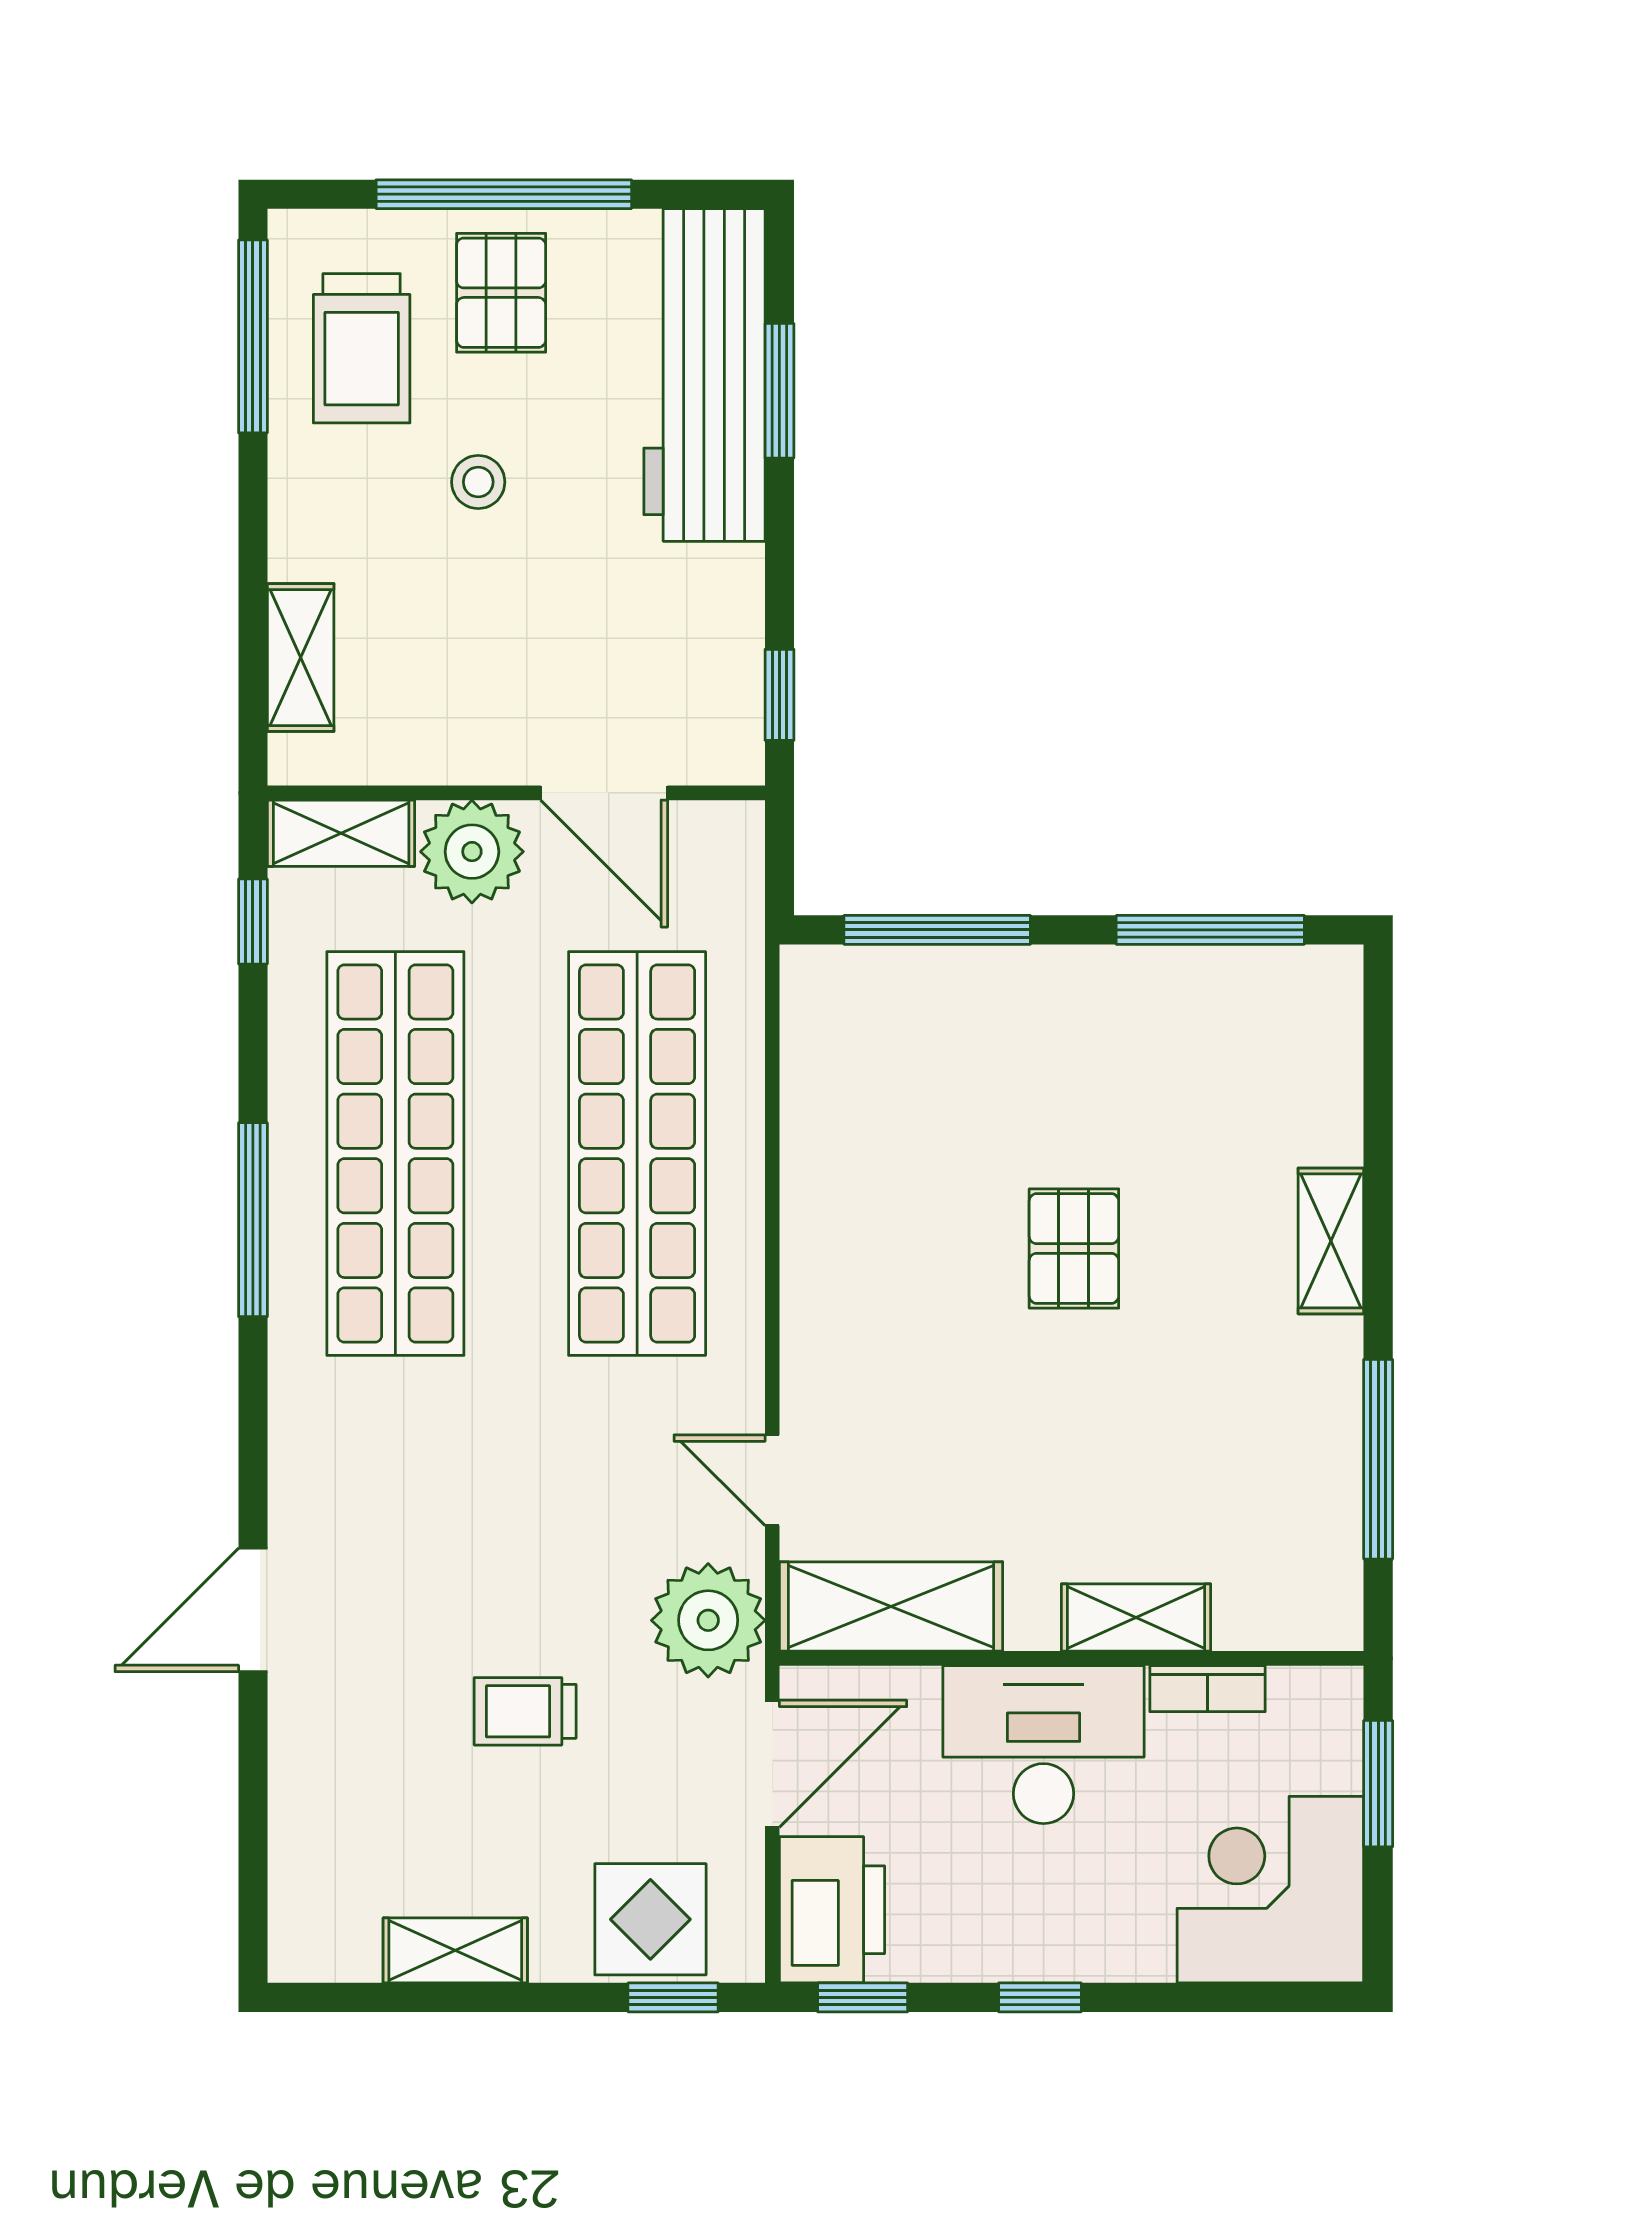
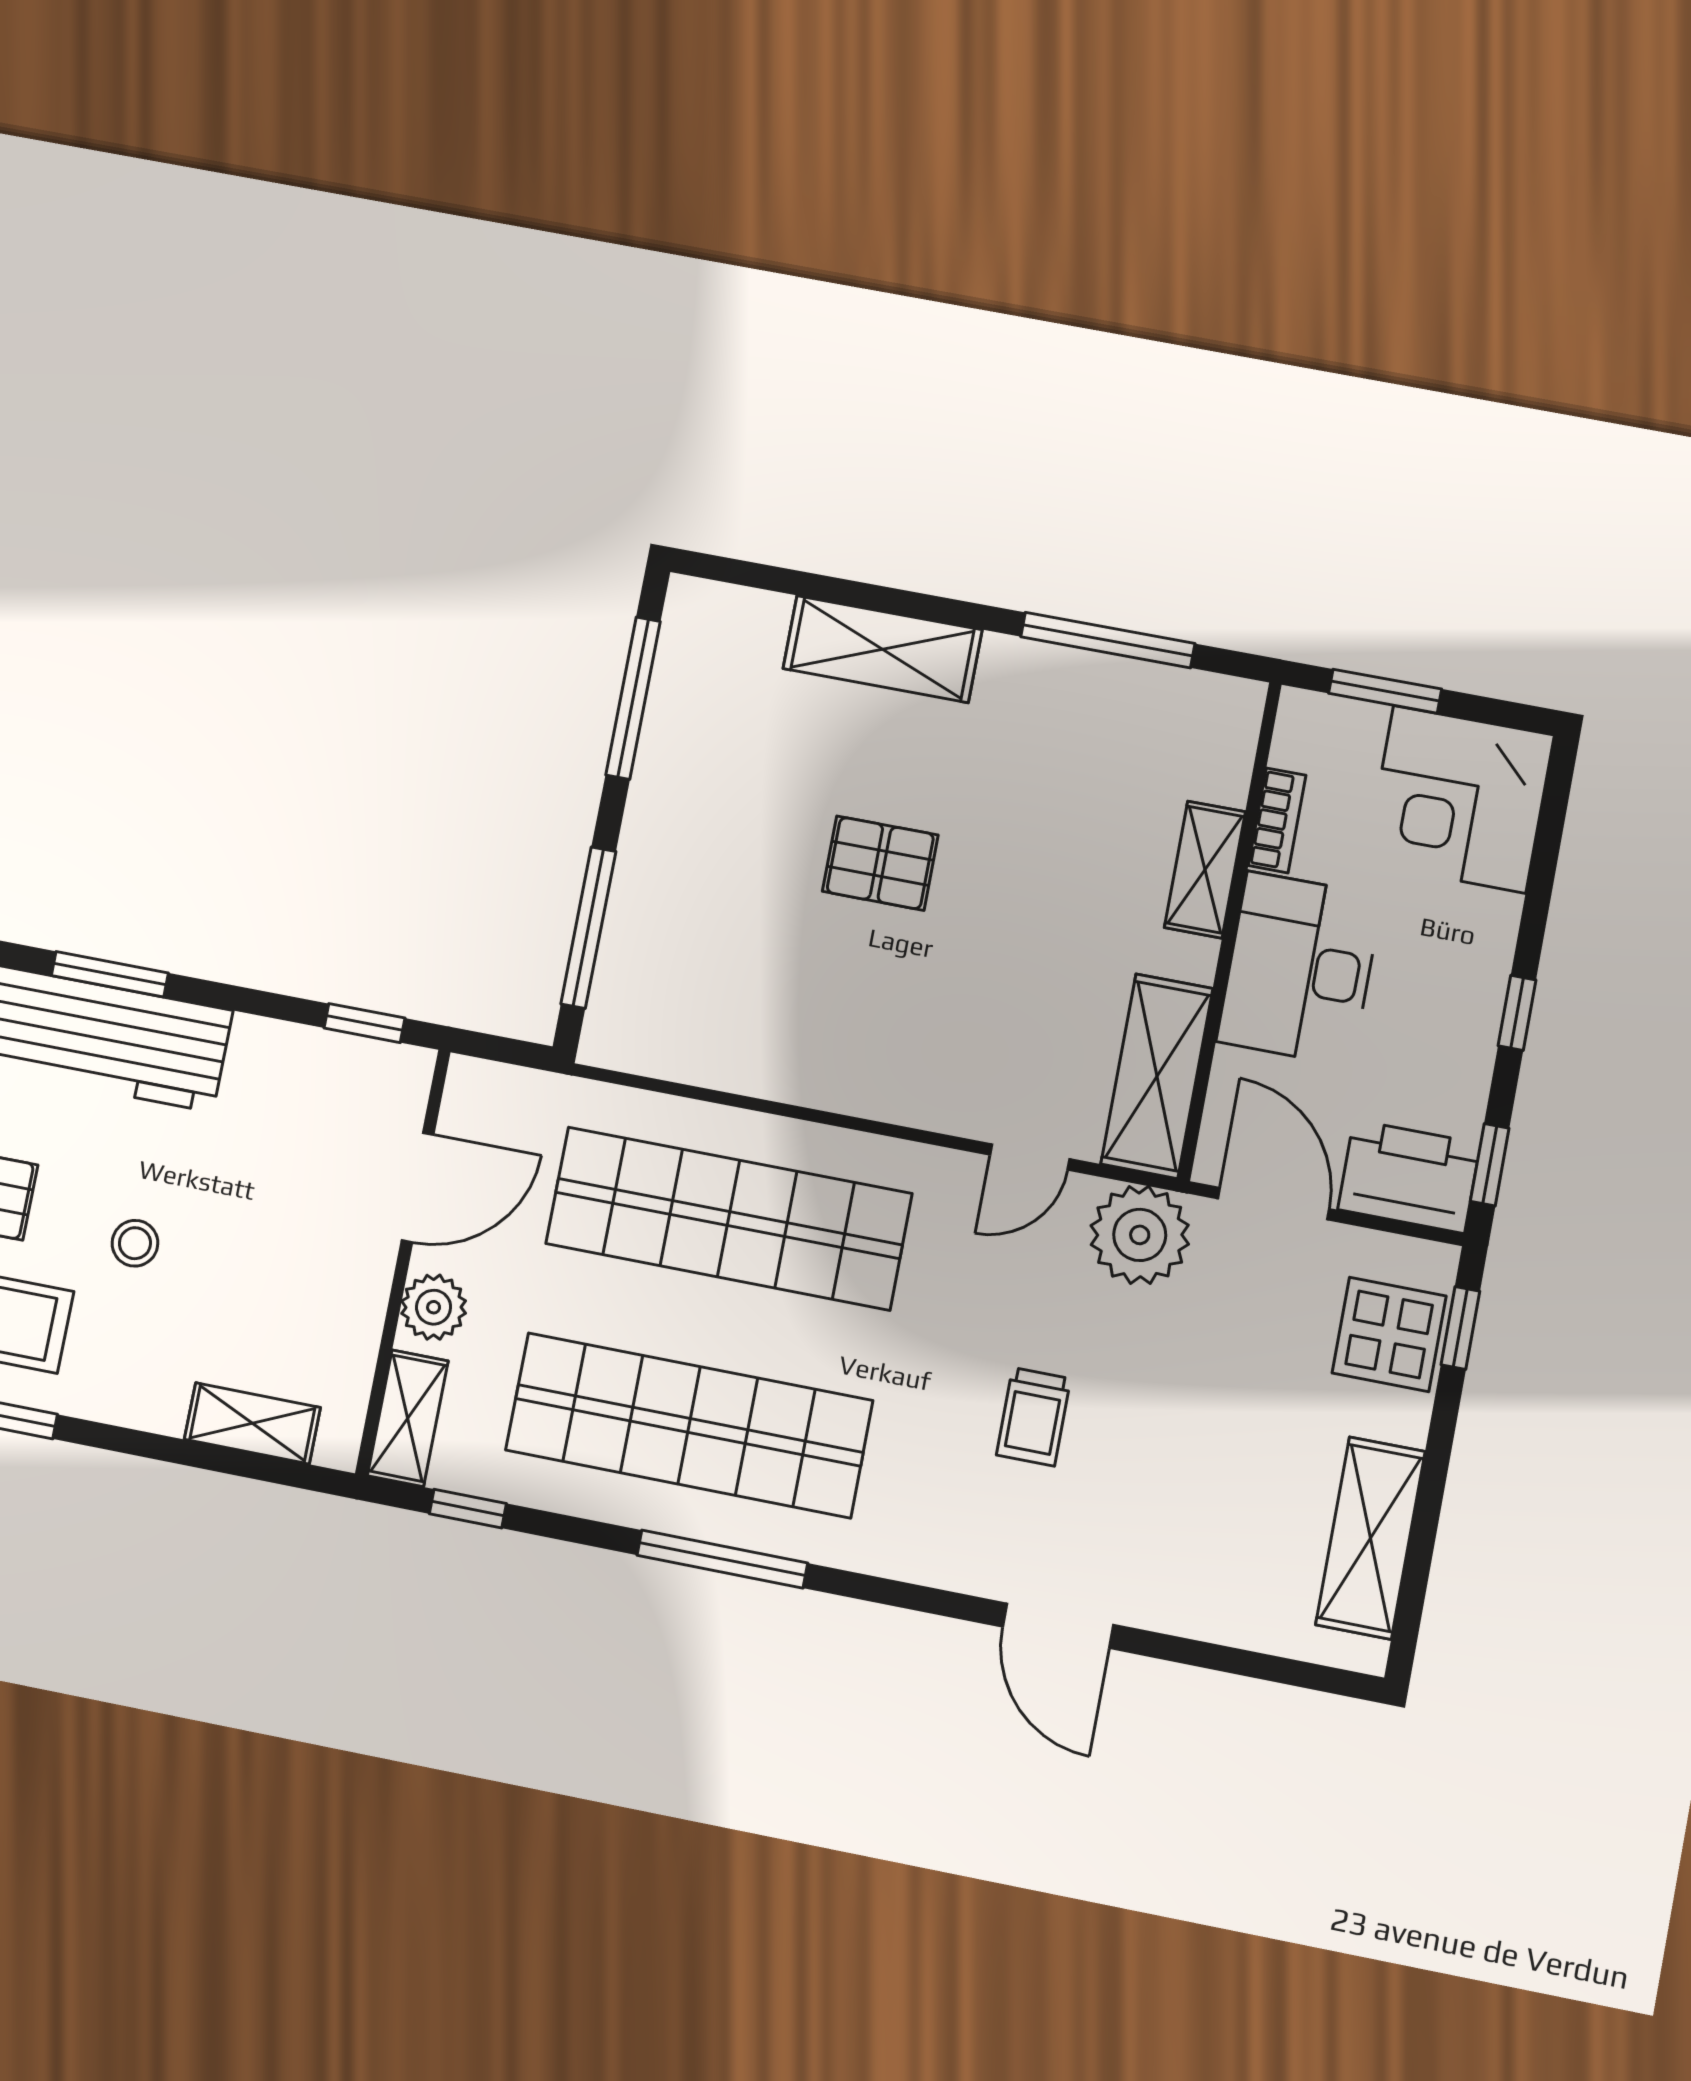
plant: (472, 852) -> (434, 1307), width x0.73, depth x0.73
shelving: (1331, 1241) -> (882, 649), width x1.50, depth x1.33
trolley: (525, 1711) -> (1034, 1417), moved
shelving: (455, 1950) -> (1370, 1538), width x1.50, depth x1.33

